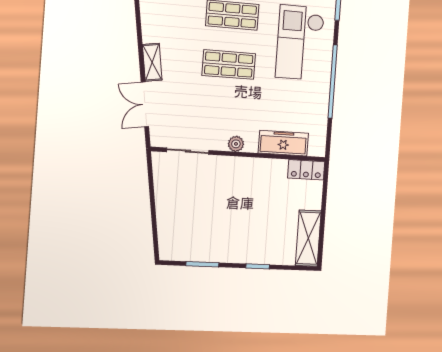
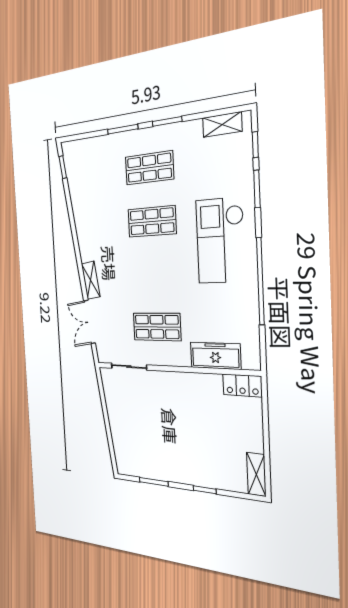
shop shelf: (229, 65) -> (157, 327), moved
plant: (236, 144) -> (170, 358), removed
shelving: (308, 238) -> (256, 474), width x0.67, depth x0.75

